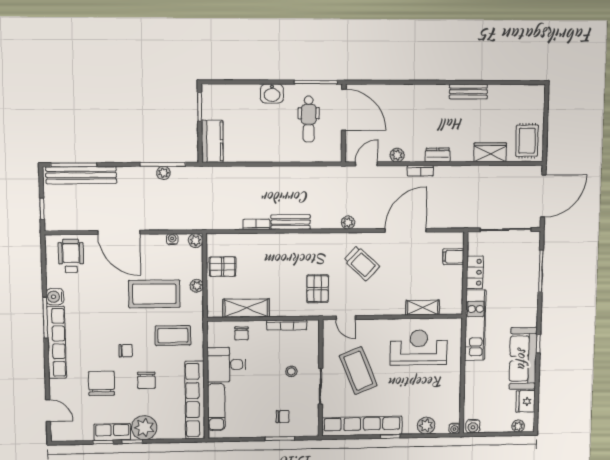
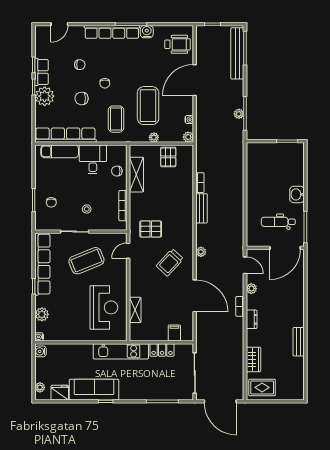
kitchen counter: (212, 141) -> (262, 150), removed
chair: (101, 383) -> (80, 65), width x0.54, depth x0.54

